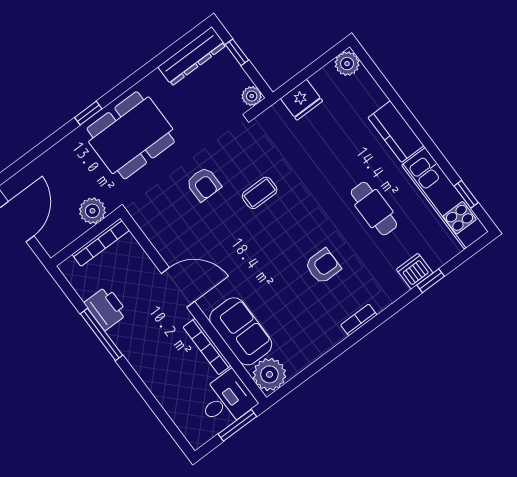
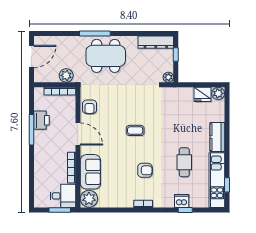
fridge: (302, 100) -> (202, 94), moved
window: (88, 113) -> (95, 33), width x2.17
armchair: (204, 184) -> (90, 107), moved
coffee table: (260, 193) -> (135, 130), moved

